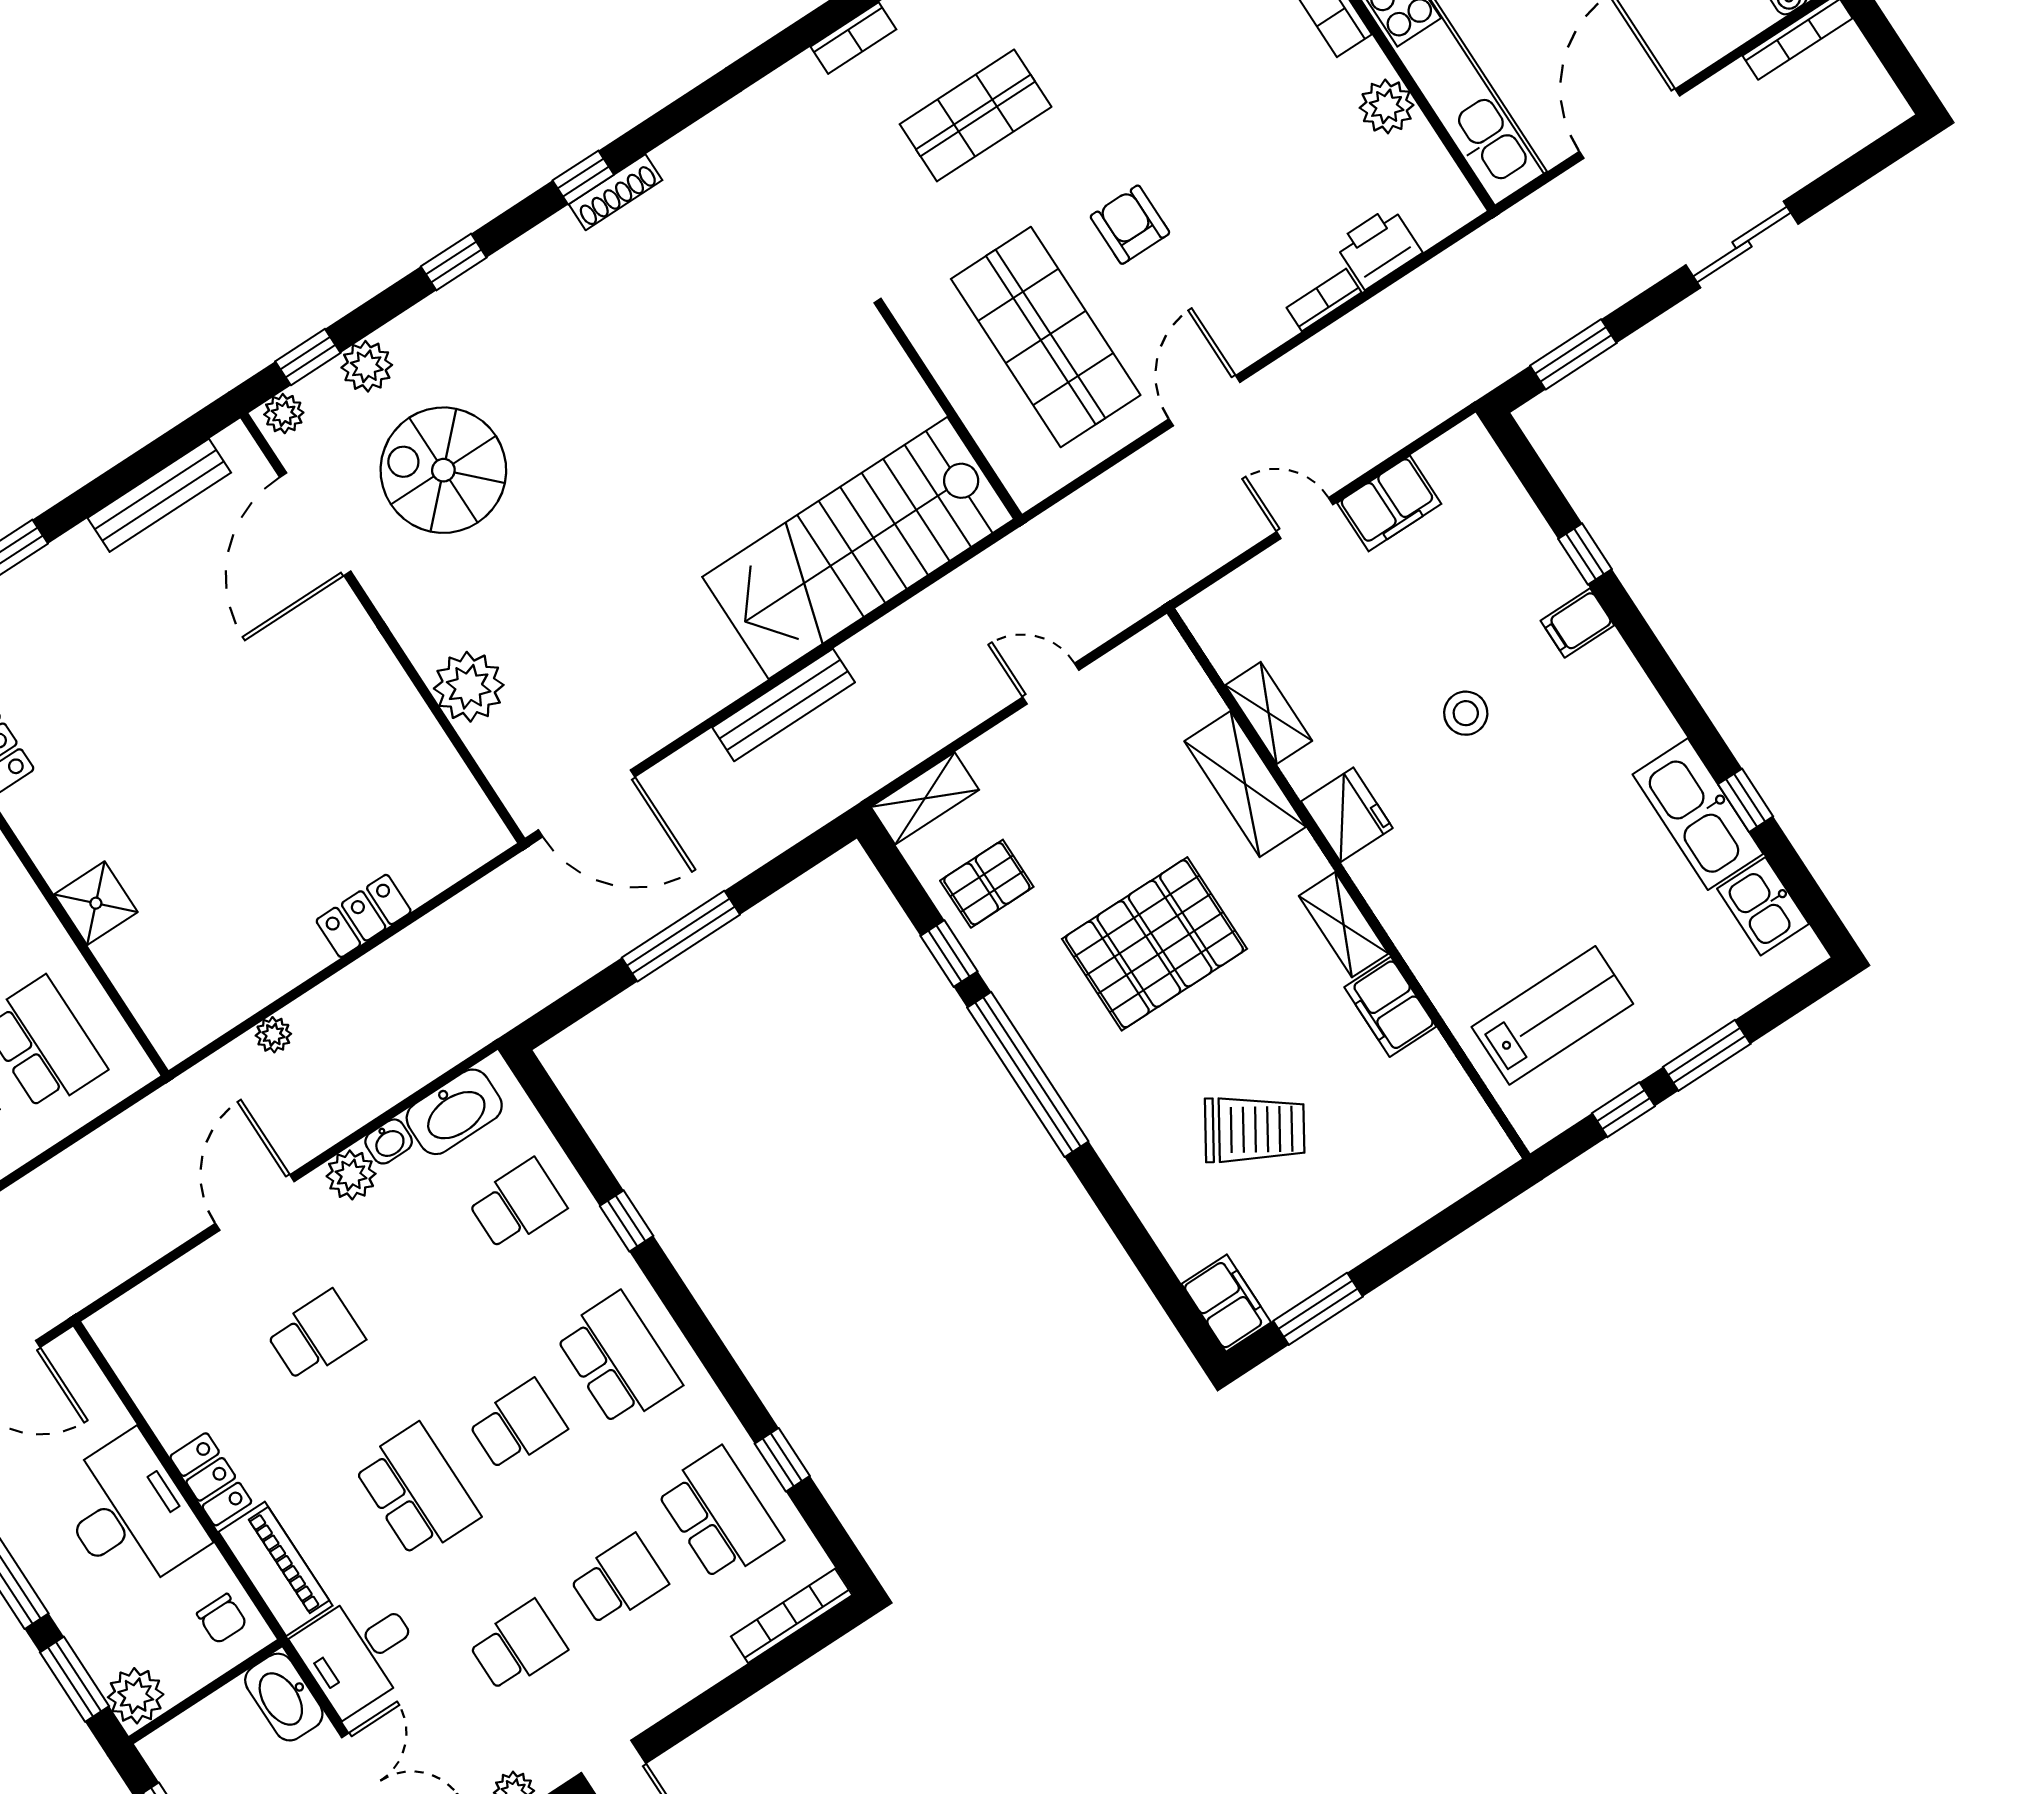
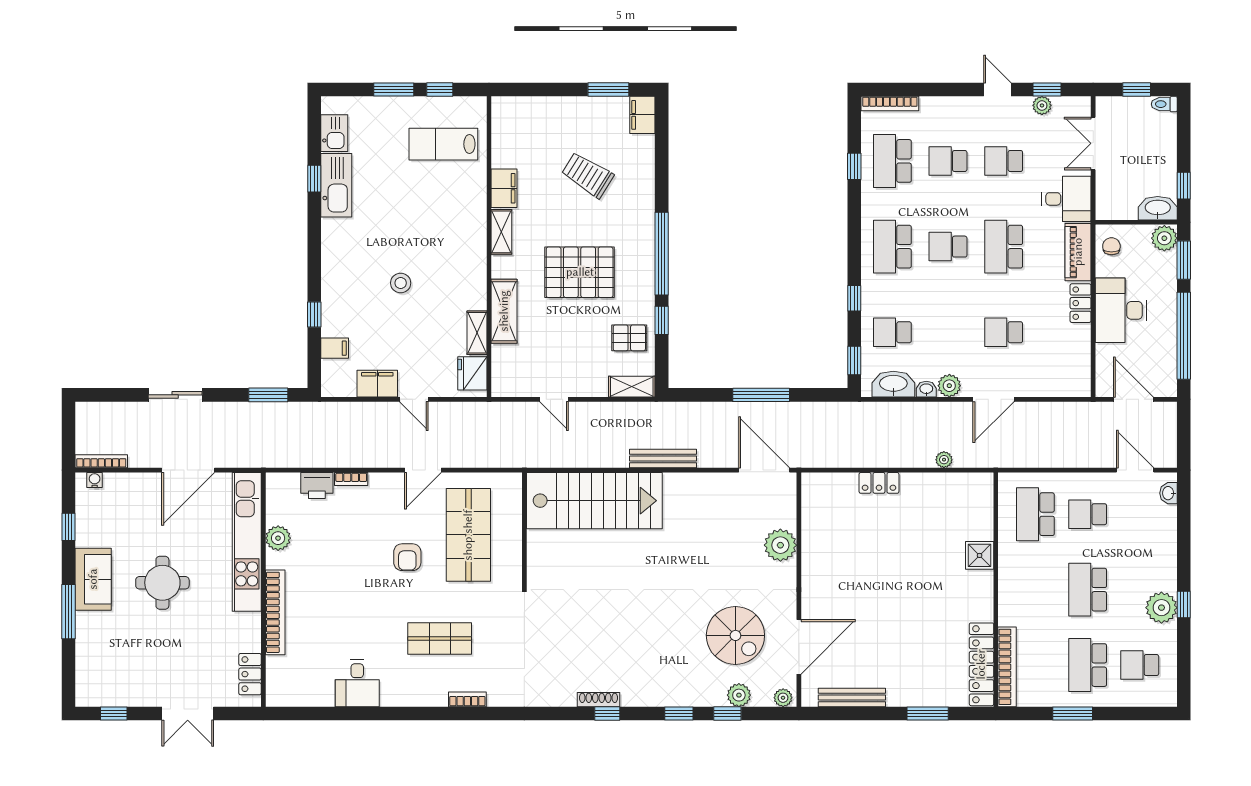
window: (308, 357) -> (727, 714), moved
filing cabinet: (1577, 623) -> (335, 348), moved
fridge: (1347, 815) -> (472, 373), moved
window: (553, 1108) -> (854, 360), added
washbasin: (284, 1697) -> (1158, 208), moved, turned -90

